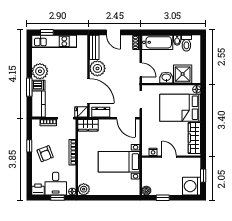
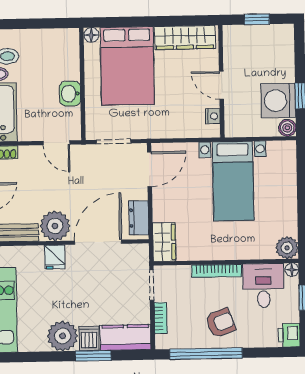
door: (141, 70) -> (56, 143), swing flipped
shower: (183, 74) -> (63, 62), removed
fridge: (81, 112) -> (55, 257), moved
window: (29, 146) -> (206, 354), width x3.17
door: (169, 157) -> (221, 85), hinge flipped
desk: (56, 184) -> (264, 285), moved, turned -90
washing machine: (192, 186) -> (278, 101), moved, turned 90

